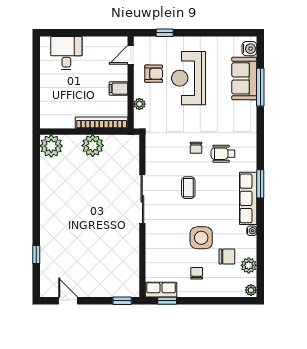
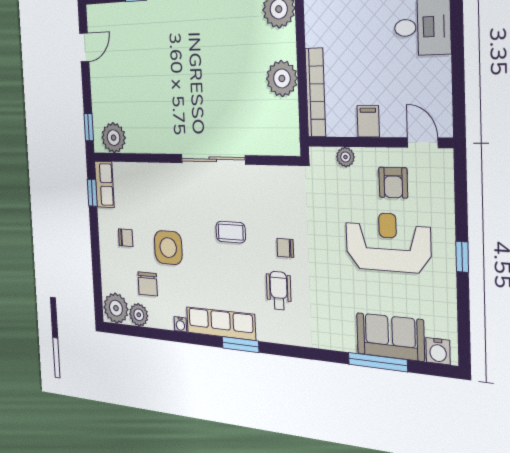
window: (165, 33) -> (462, 257), moved
plant: (129, 279) -> (114, 138), added
plant: (251, 290) -> (116, 308), width x1.87, depth x1.87

